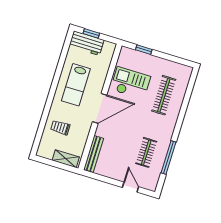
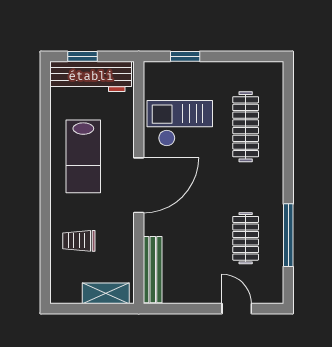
workbench: (87, 43) -> (91, 76), width x1.38

